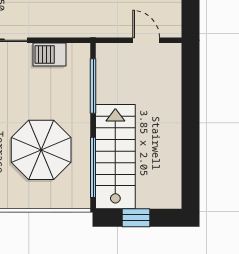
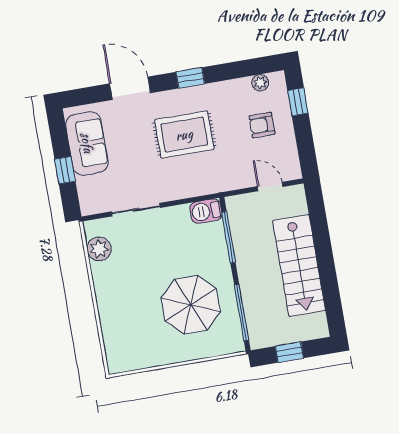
barbecue: (50, 55) -> (206, 211), moved
stairs: (115, 157) -> (299, 265), moved, turned 180

